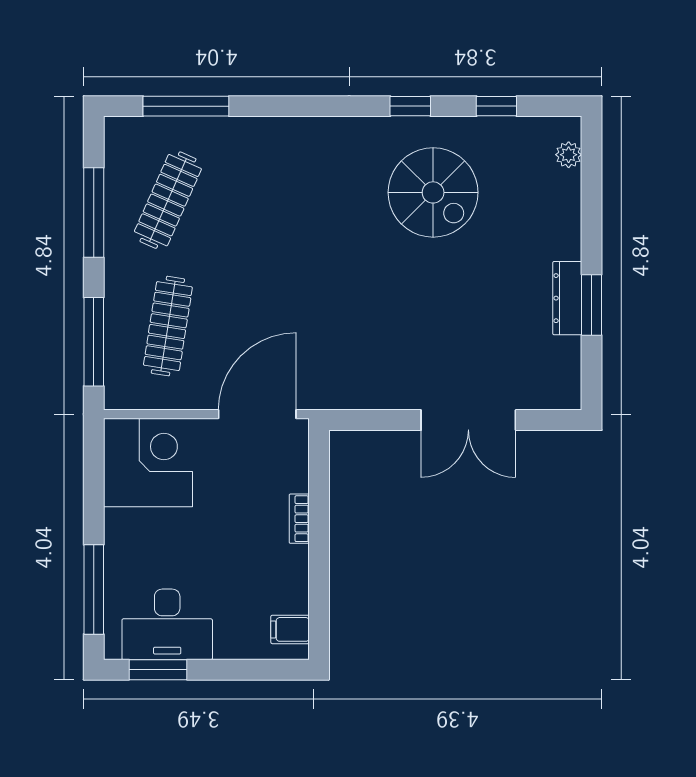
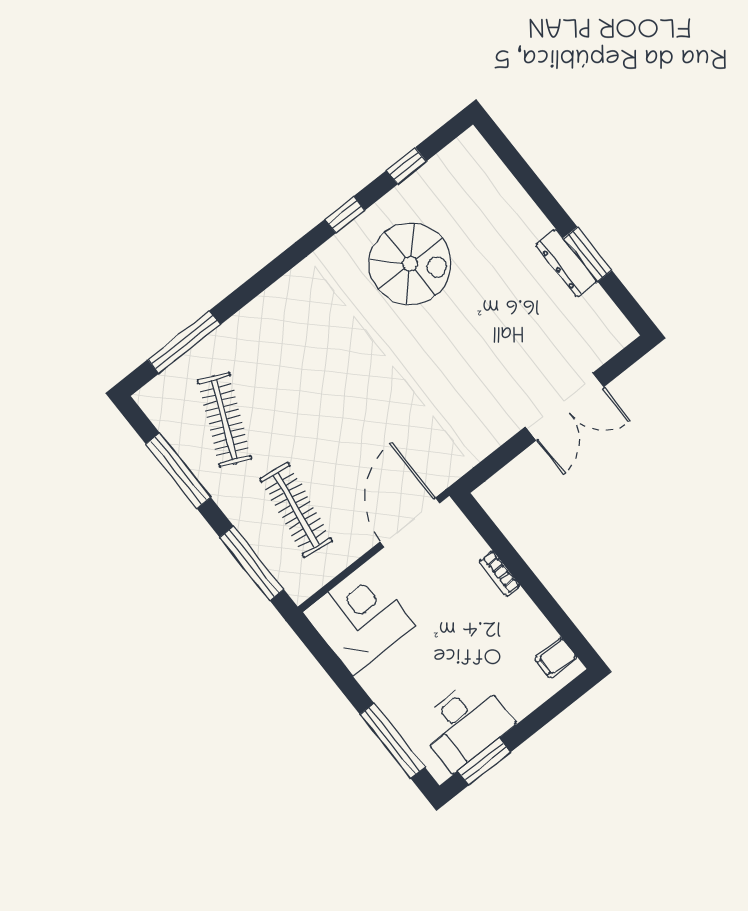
plant: (569, 155) -> (486, 160), removed

